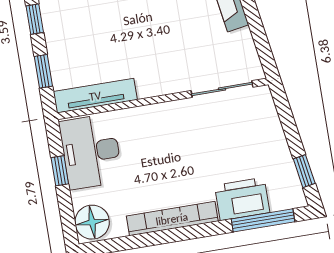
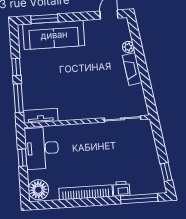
window: (43, 71) -> (18, 98), width x1.50
tv unit: (95, 96) -> (40, 116), width x0.71
printer: (242, 199) -> (121, 189), width x0.53, depth x0.68

